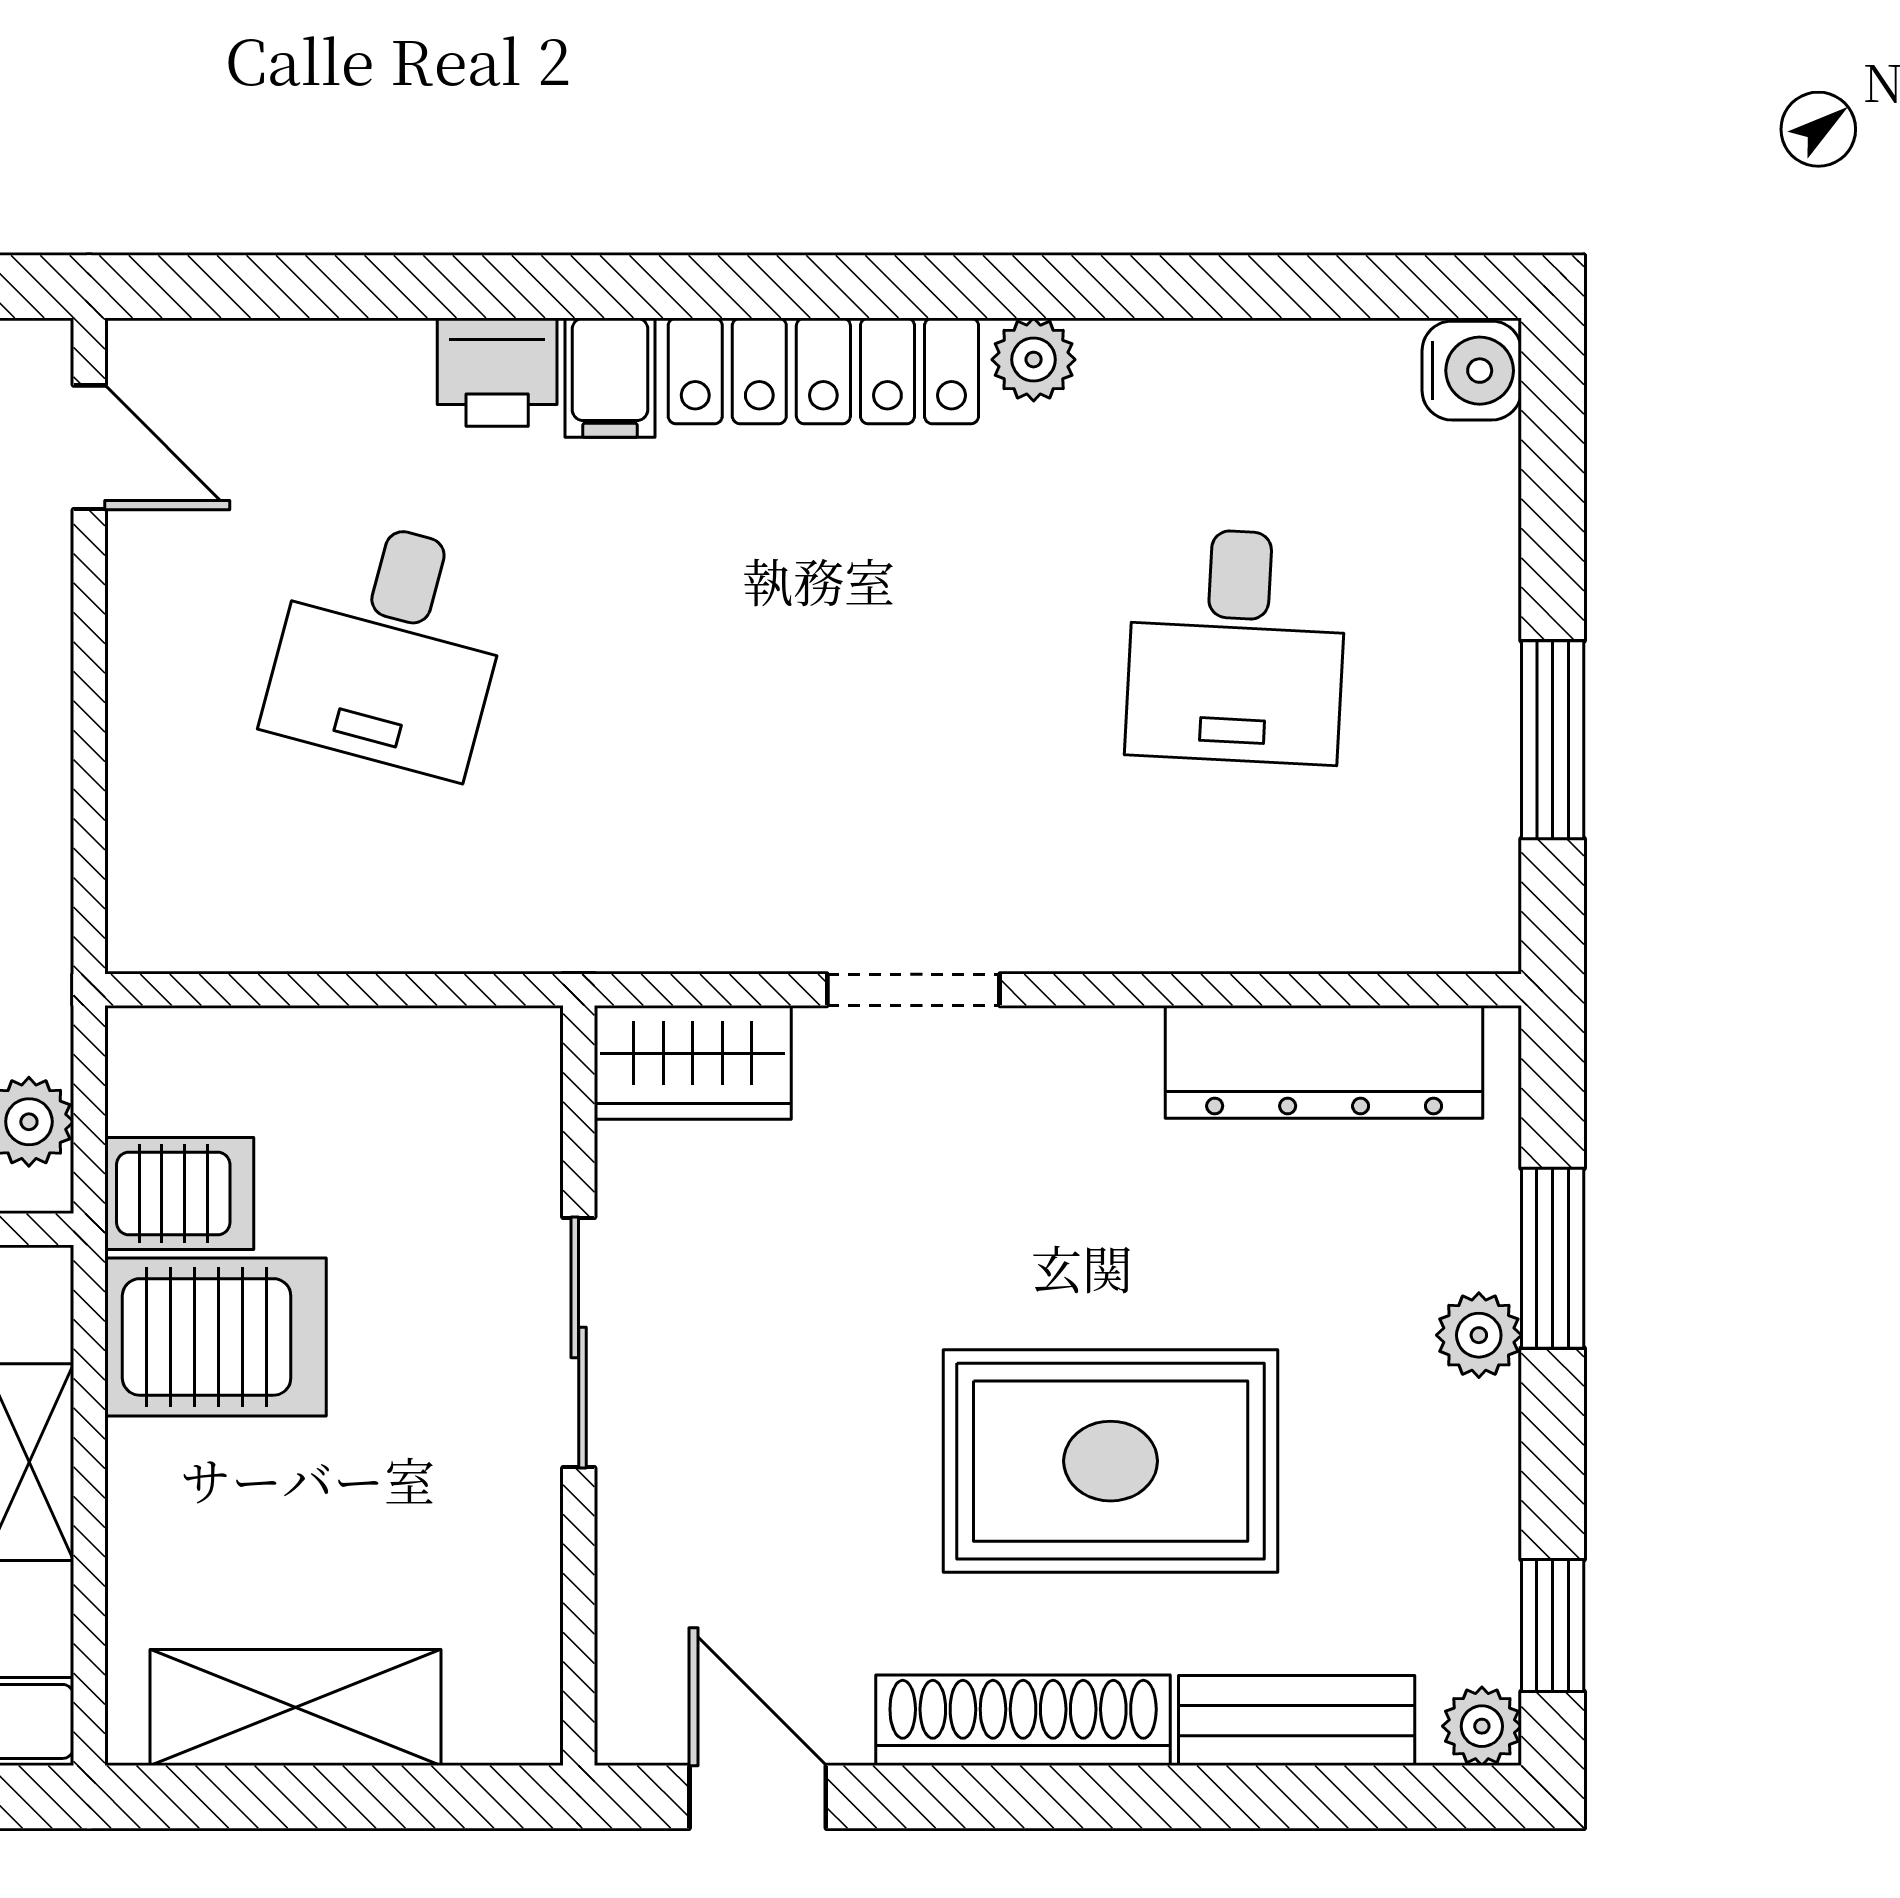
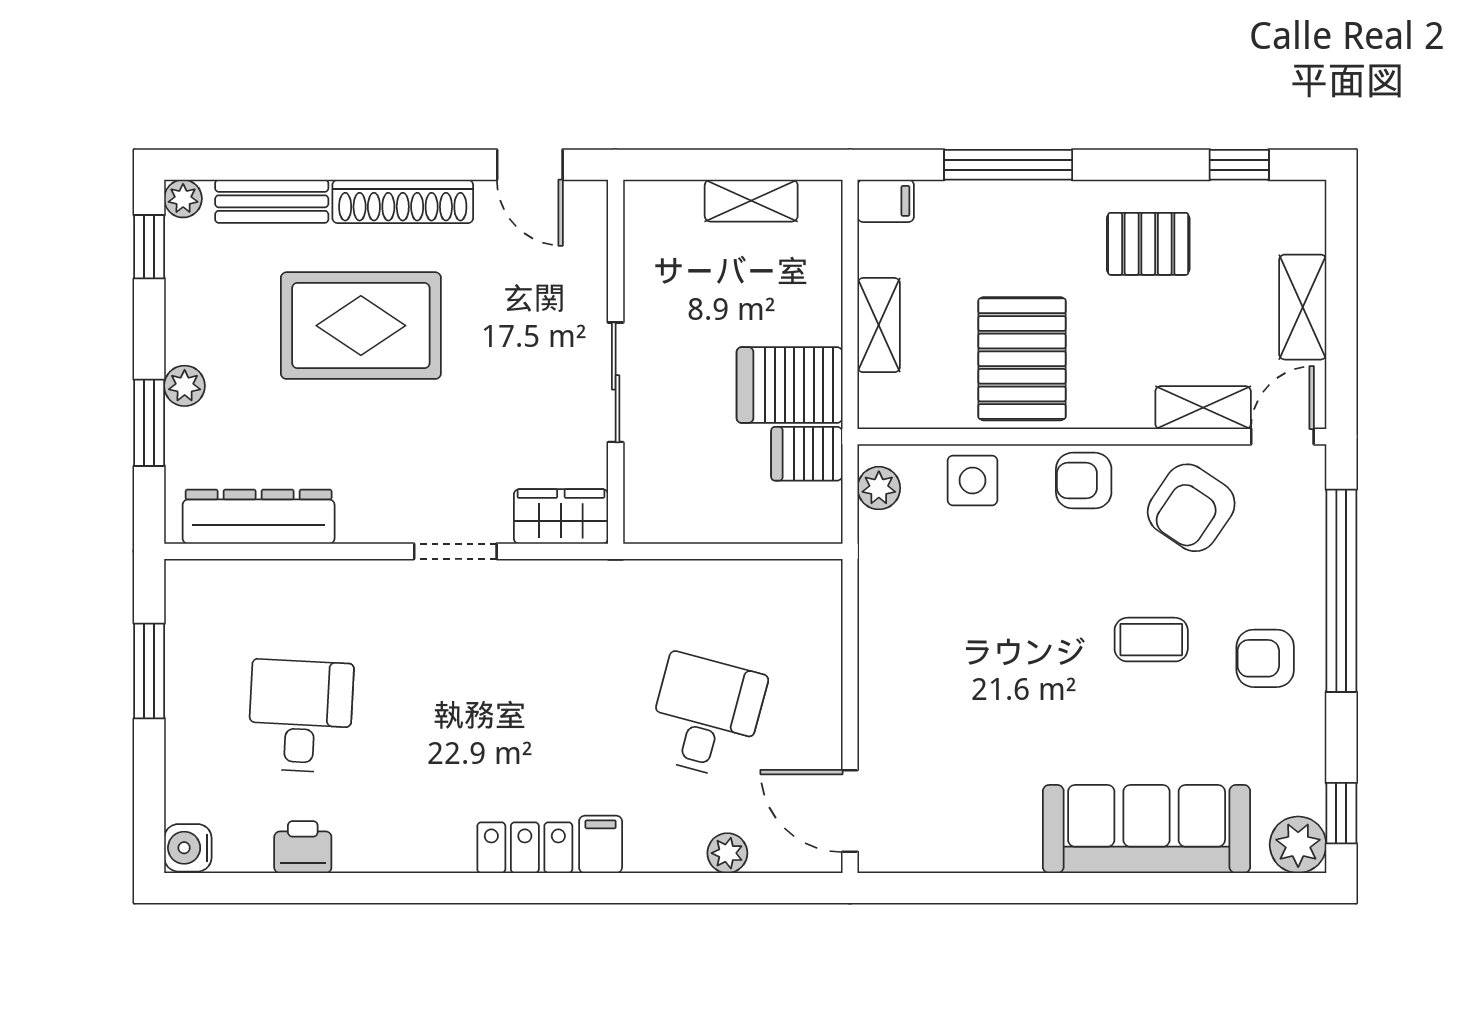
plant: (1034, 360) -> (727, 853), moved
locker: (823, 371) -> (525, 848), width x0.66
printer: (497, 372) -> (303, 847), moved
door: (89, 447) -> (850, 811), width x1.38
shelving: (296, 1707) -> (751, 201), width x0.67, depth x0.75

